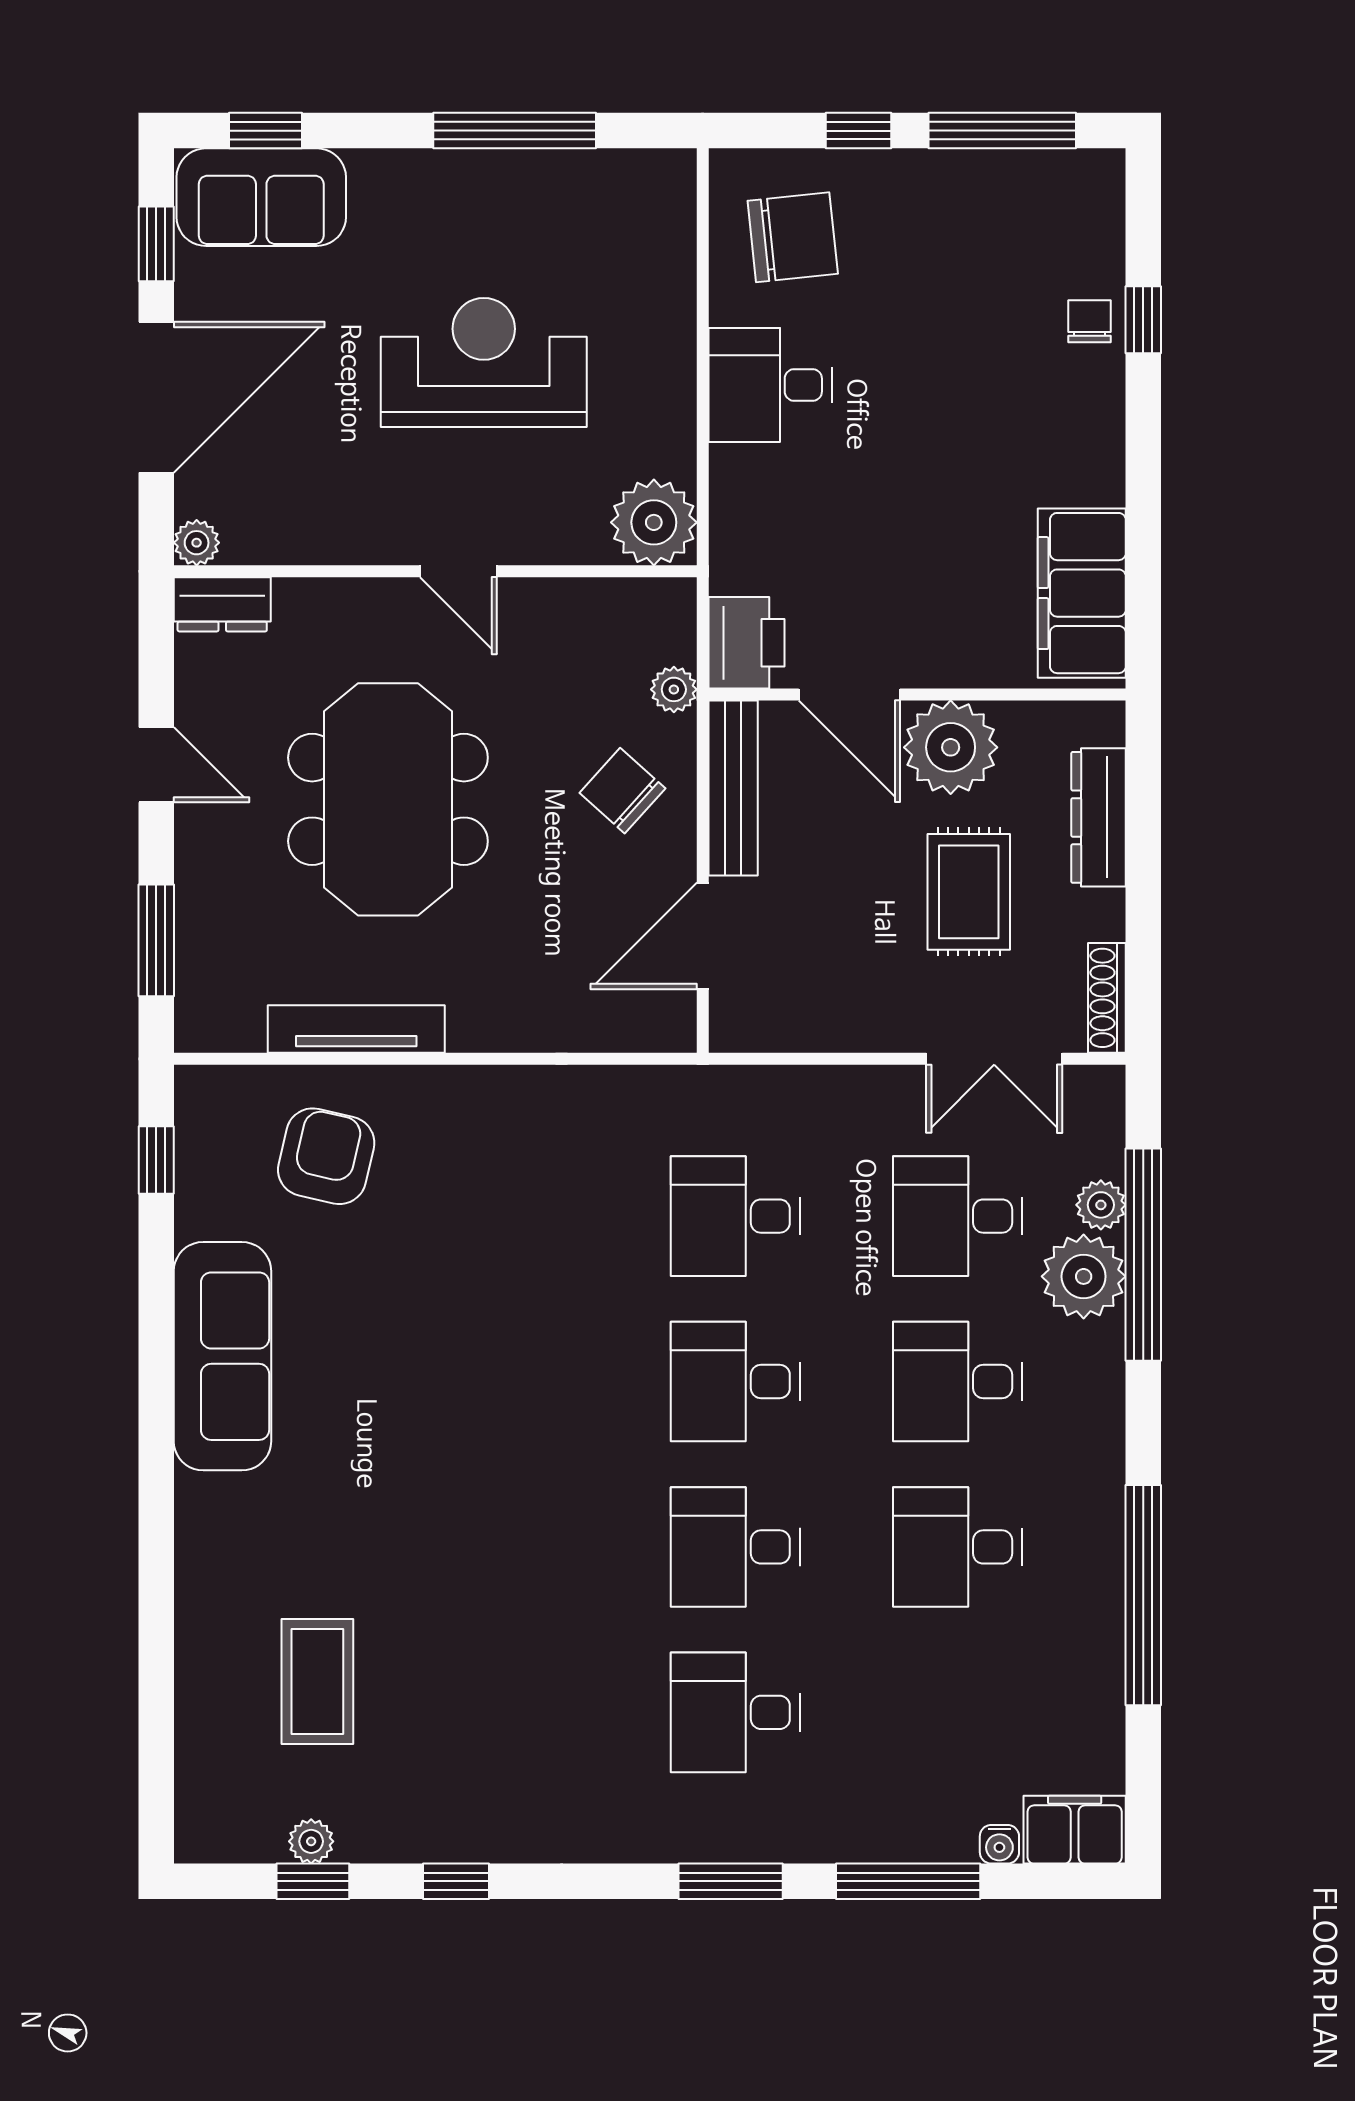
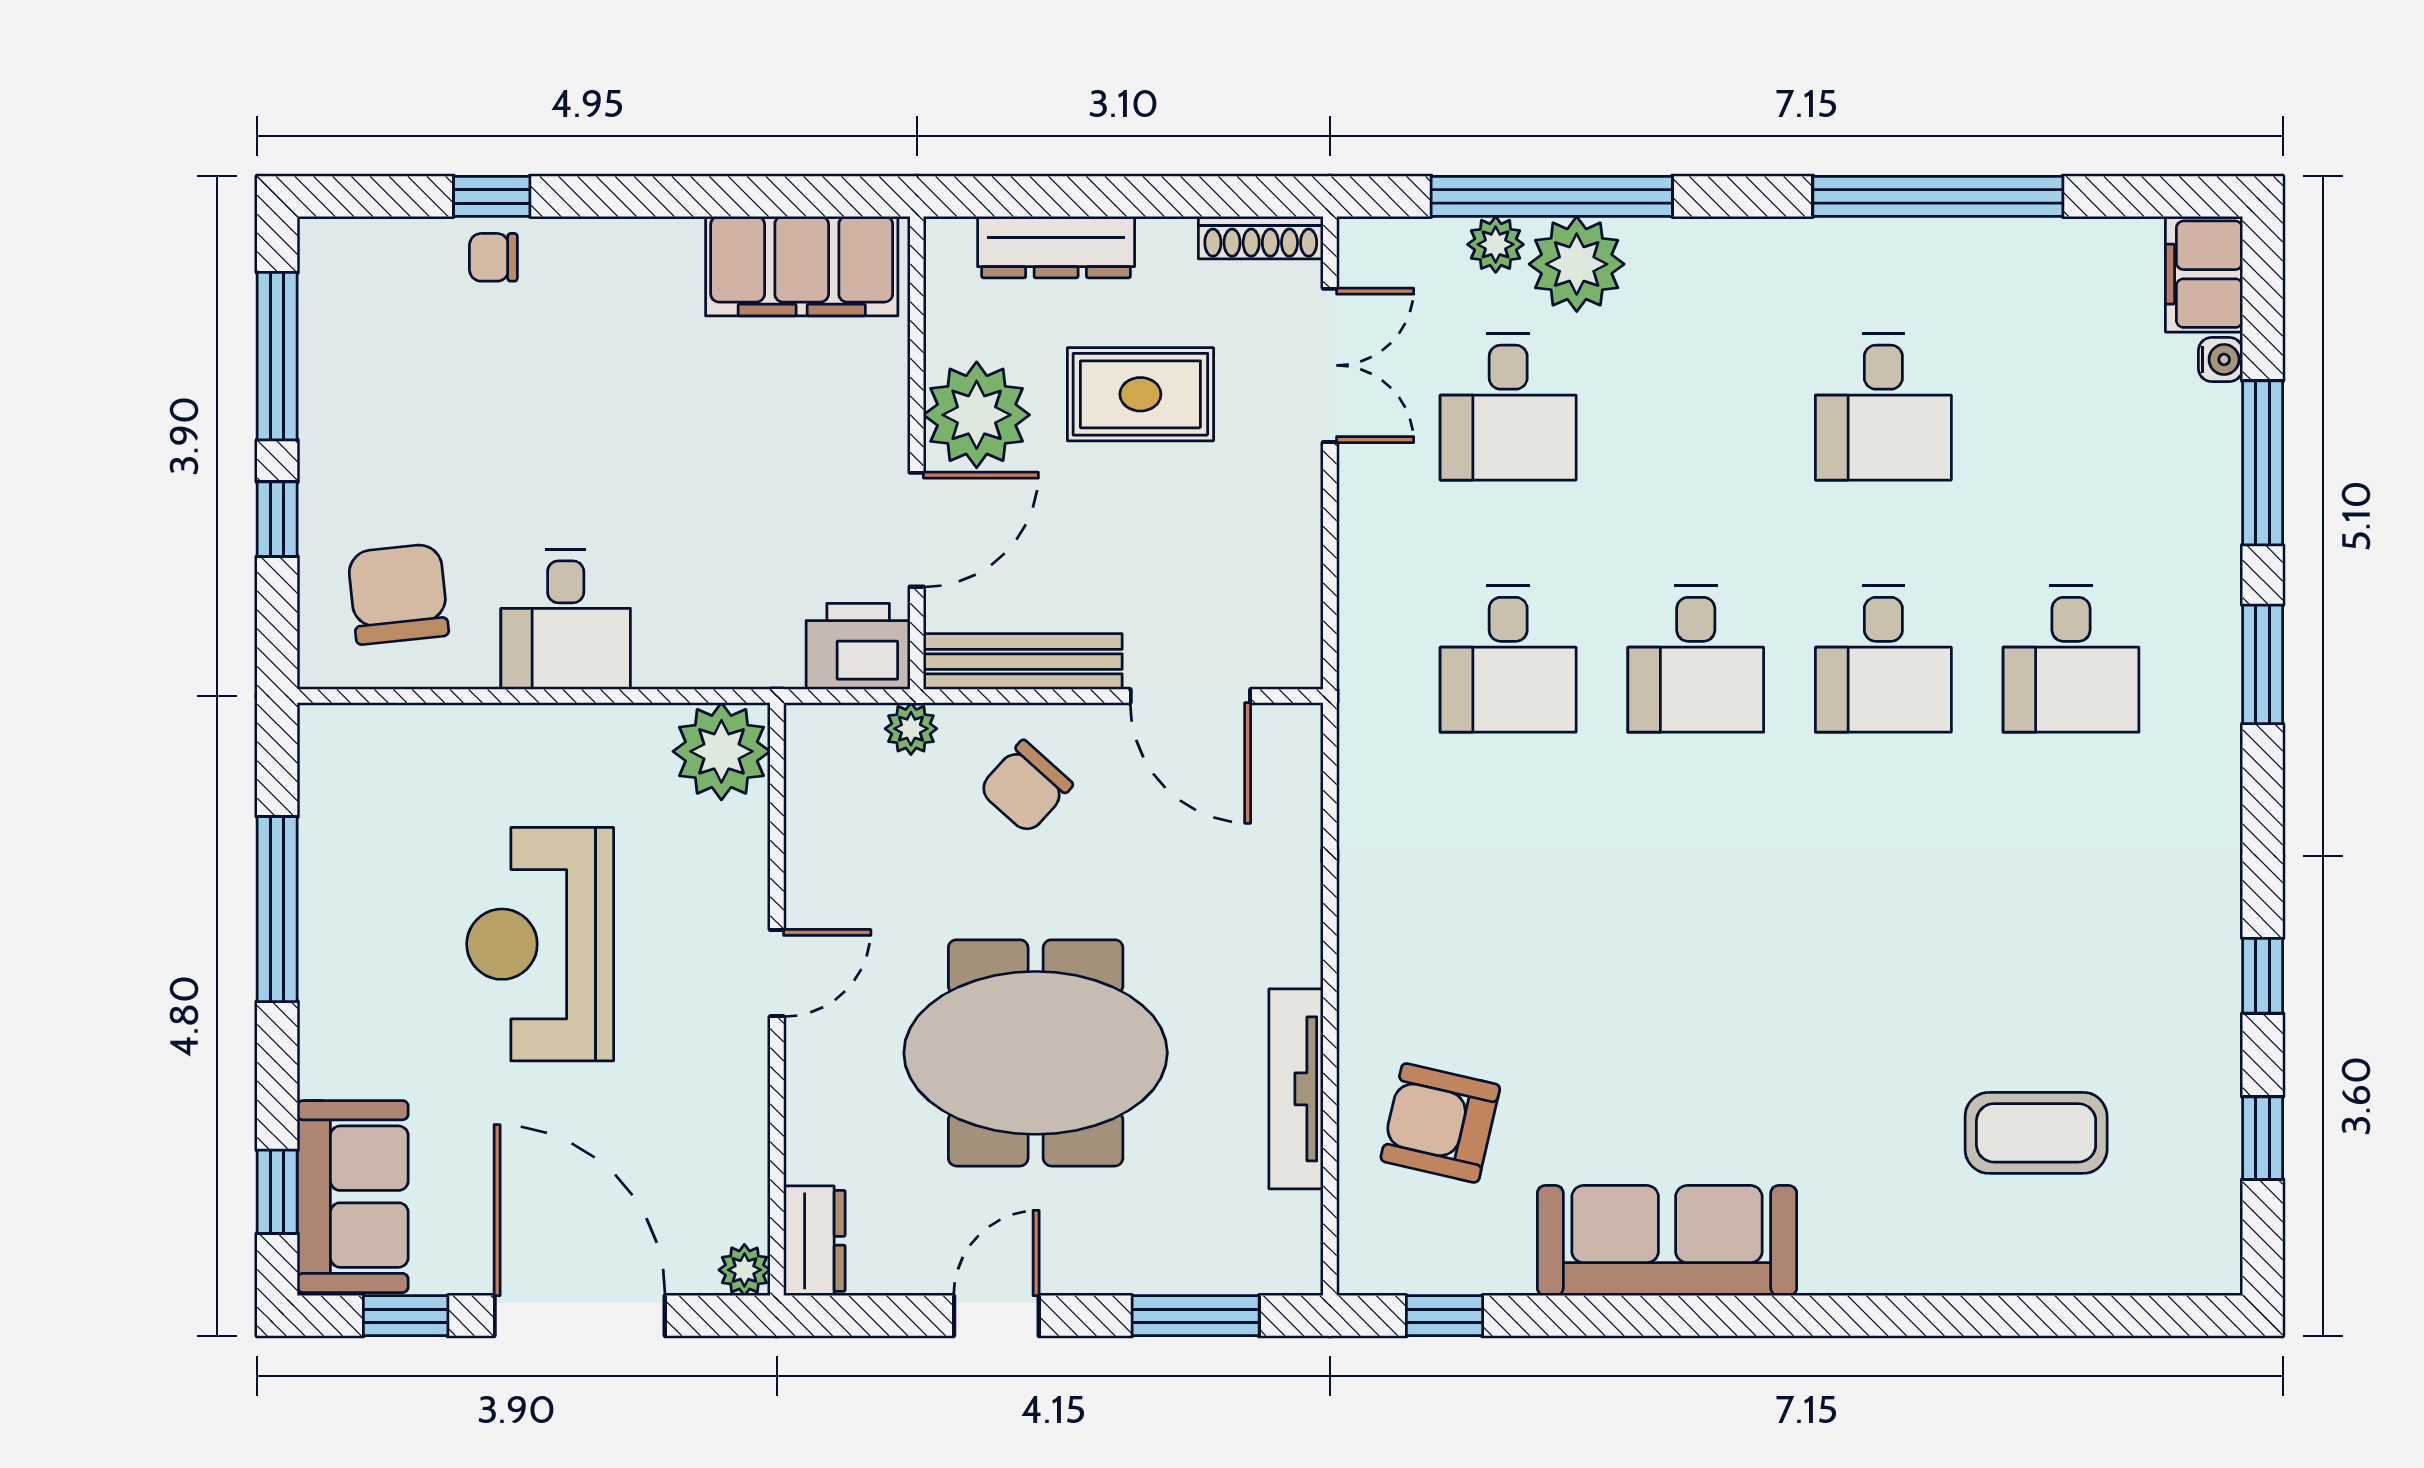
desk: (958, 1382) -> (1696, 407), removed
plant: (311, 1841) -> (2217, 1140), removed

